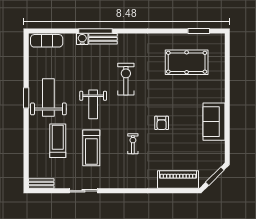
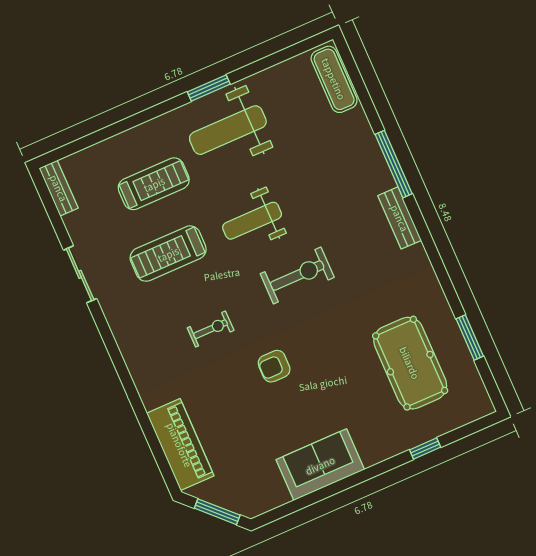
window: (199, 31) -> (470, 337), moved
water cooler: (82, 39) -> (367, 146), removed
bench: (103, 39) -> (400, 218), moved
window: (227, 72) -> (425, 449), added
exercise bike: (126, 79) -> (297, 276), moved
weight bench: (48, 98) -> (228, 130), turned 180

